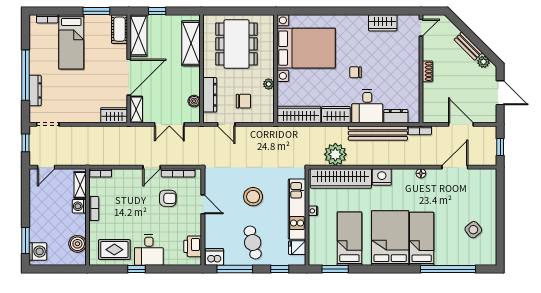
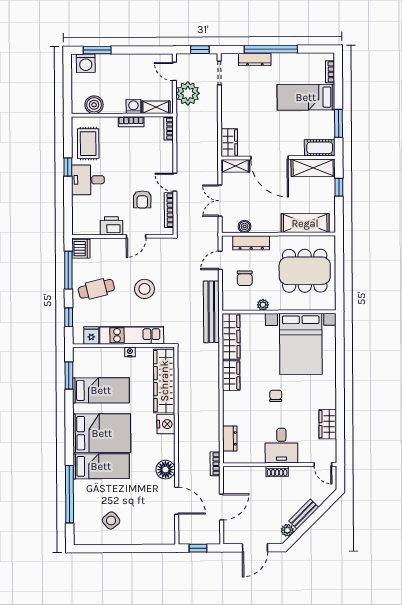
desk: (367, 106) -> (281, 446), moved, turned -90
bench: (378, 133) -> (211, 312), moved
plant: (335, 154) -> (188, 93), moved
floor lamp: (421, 173) -> (165, 470), width x1.89, depth x1.89
printer: (193, 246) -> (111, 226), moved

